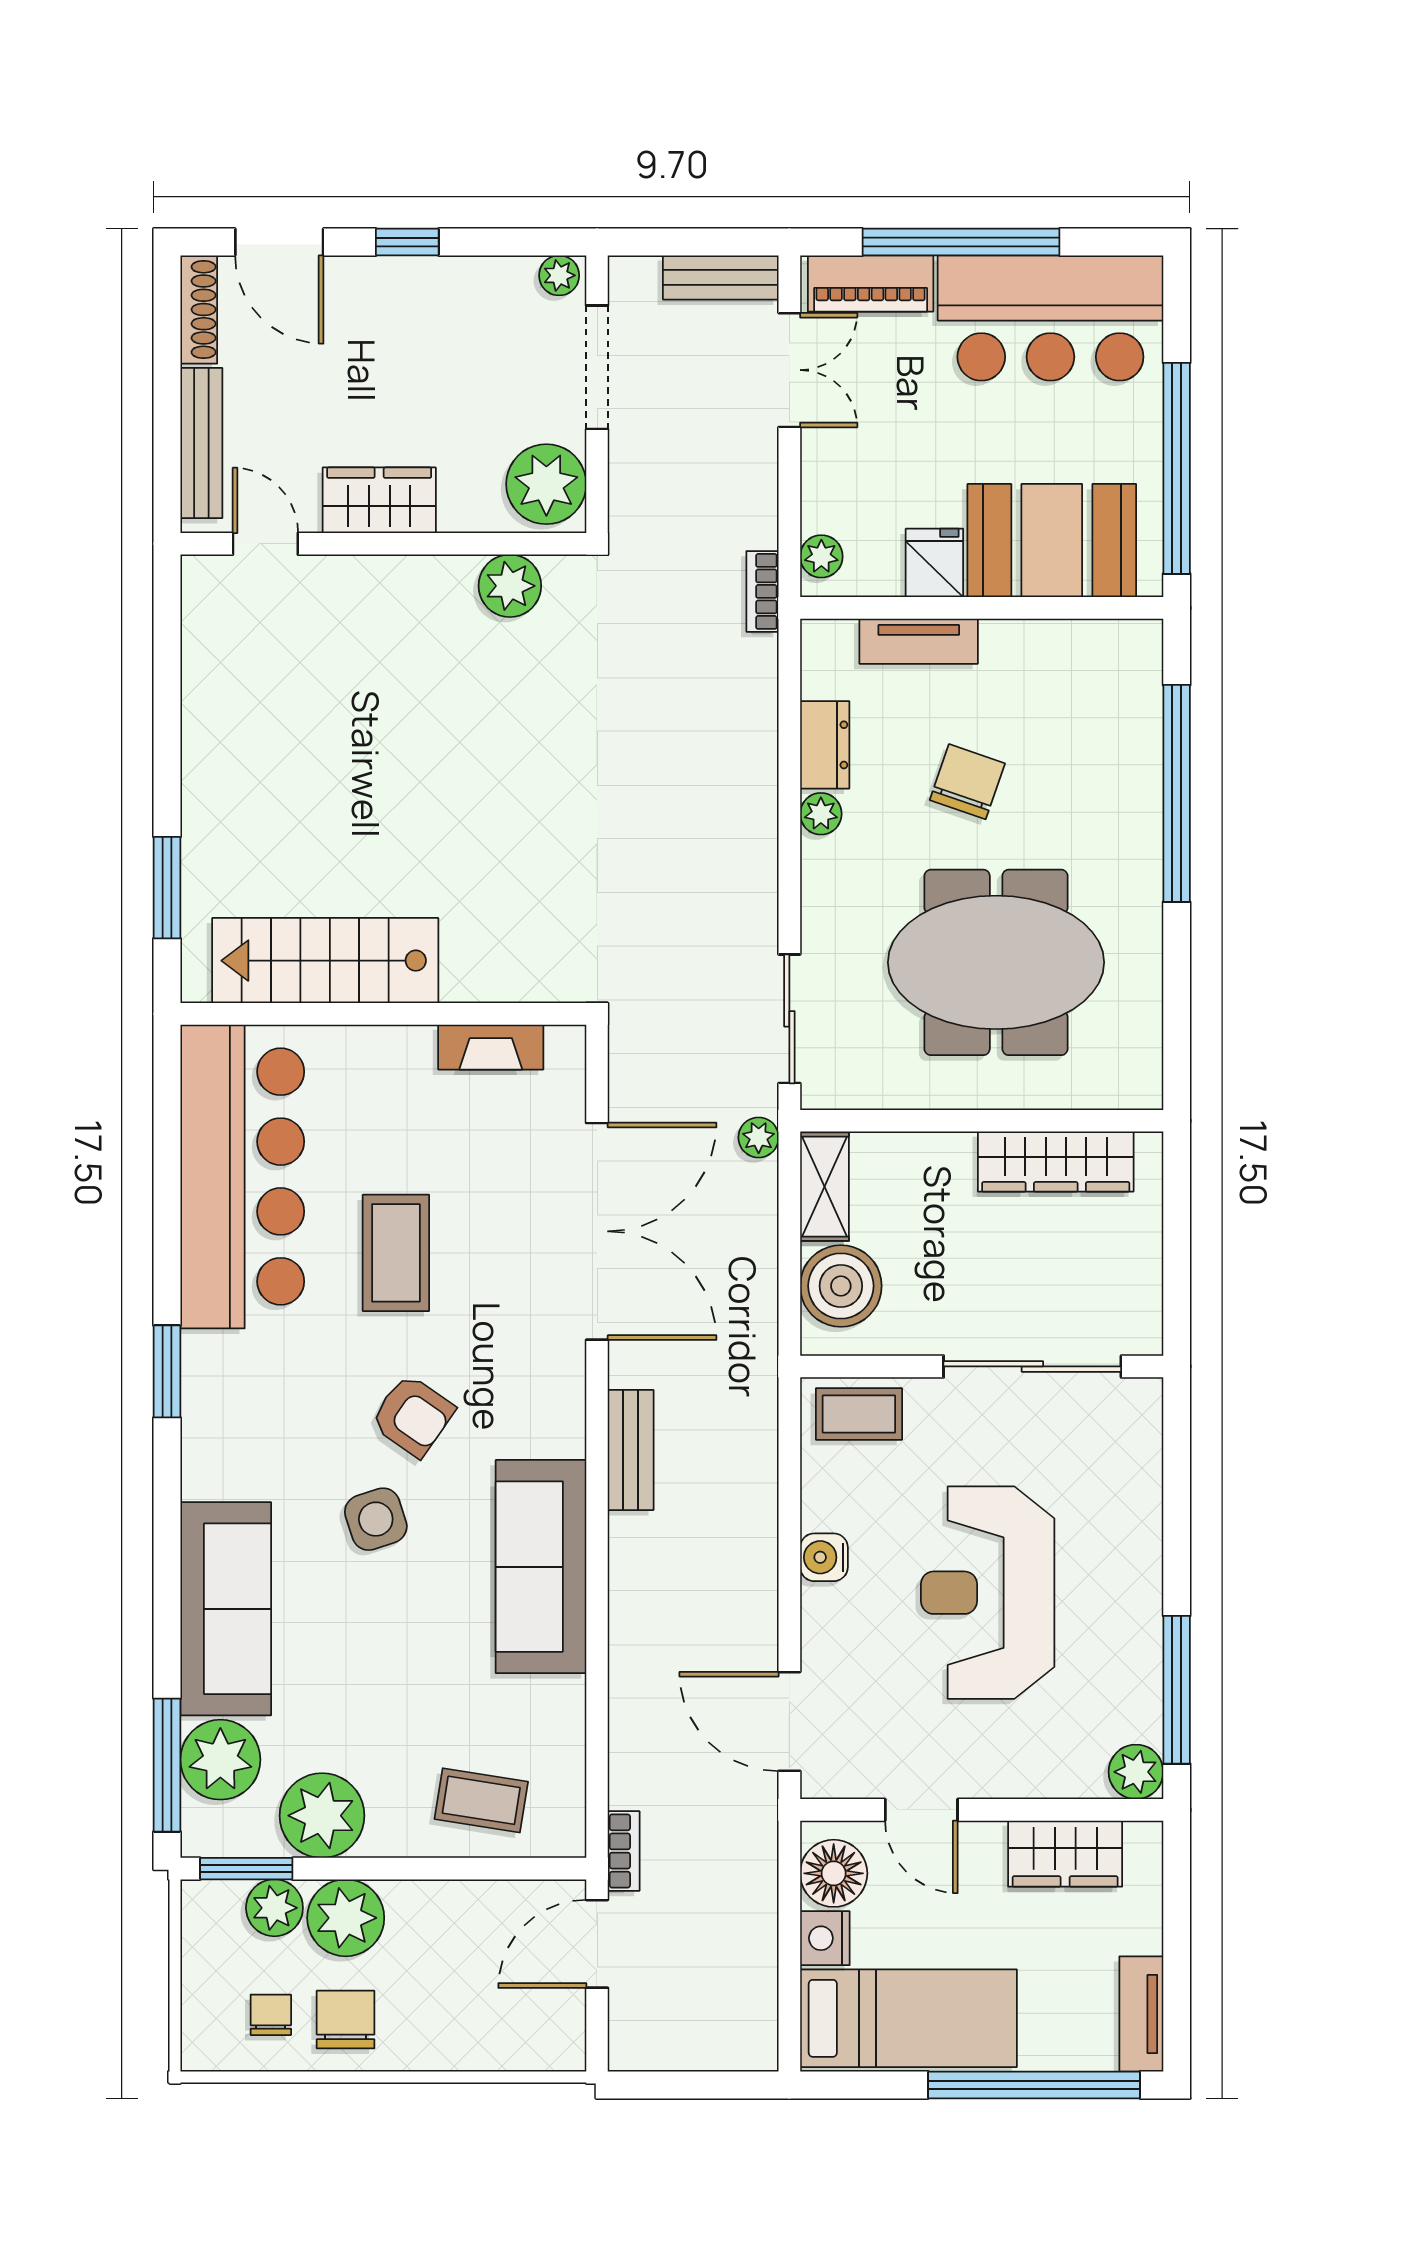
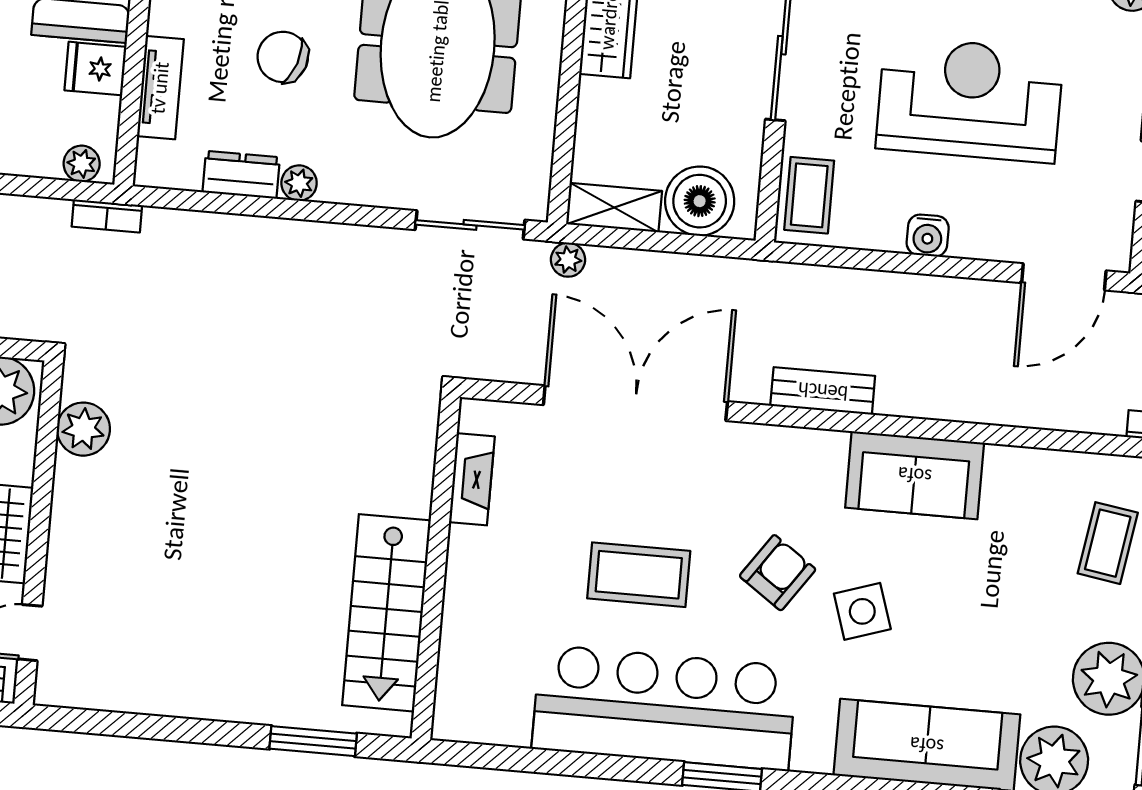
bar counter: (242, 1176) -> (664, 708), moved
sofa: (541, 1567) -> (915, 475), width x0.73
reception desk: (988, 1593) -> (970, 100), turned 180

